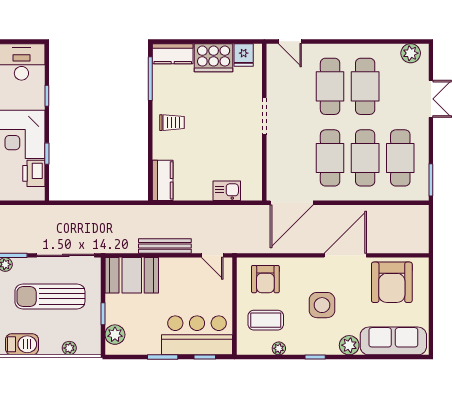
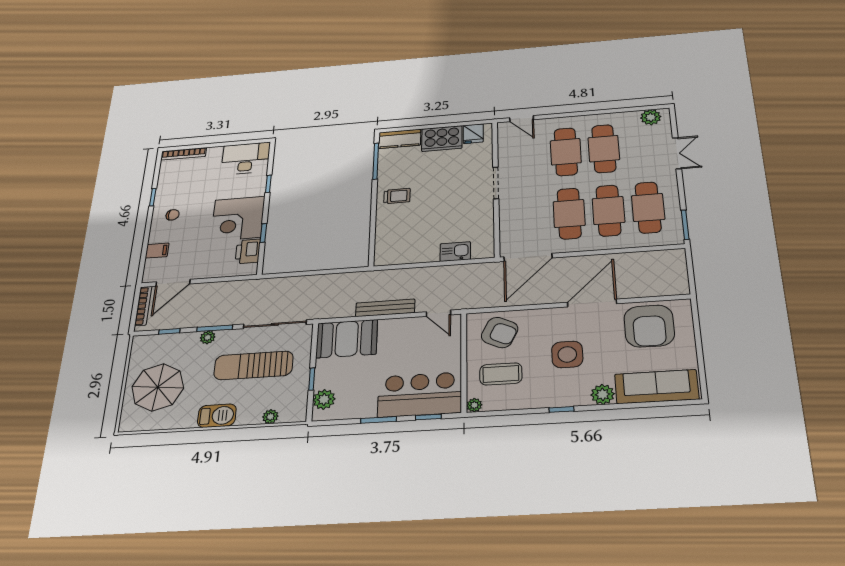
kitchen counter: (163, 180) -> (385, 247), removed
armchair: (265, 279) -> (500, 332), turned -64
plant: (279, 348) -> (474, 405), moved

